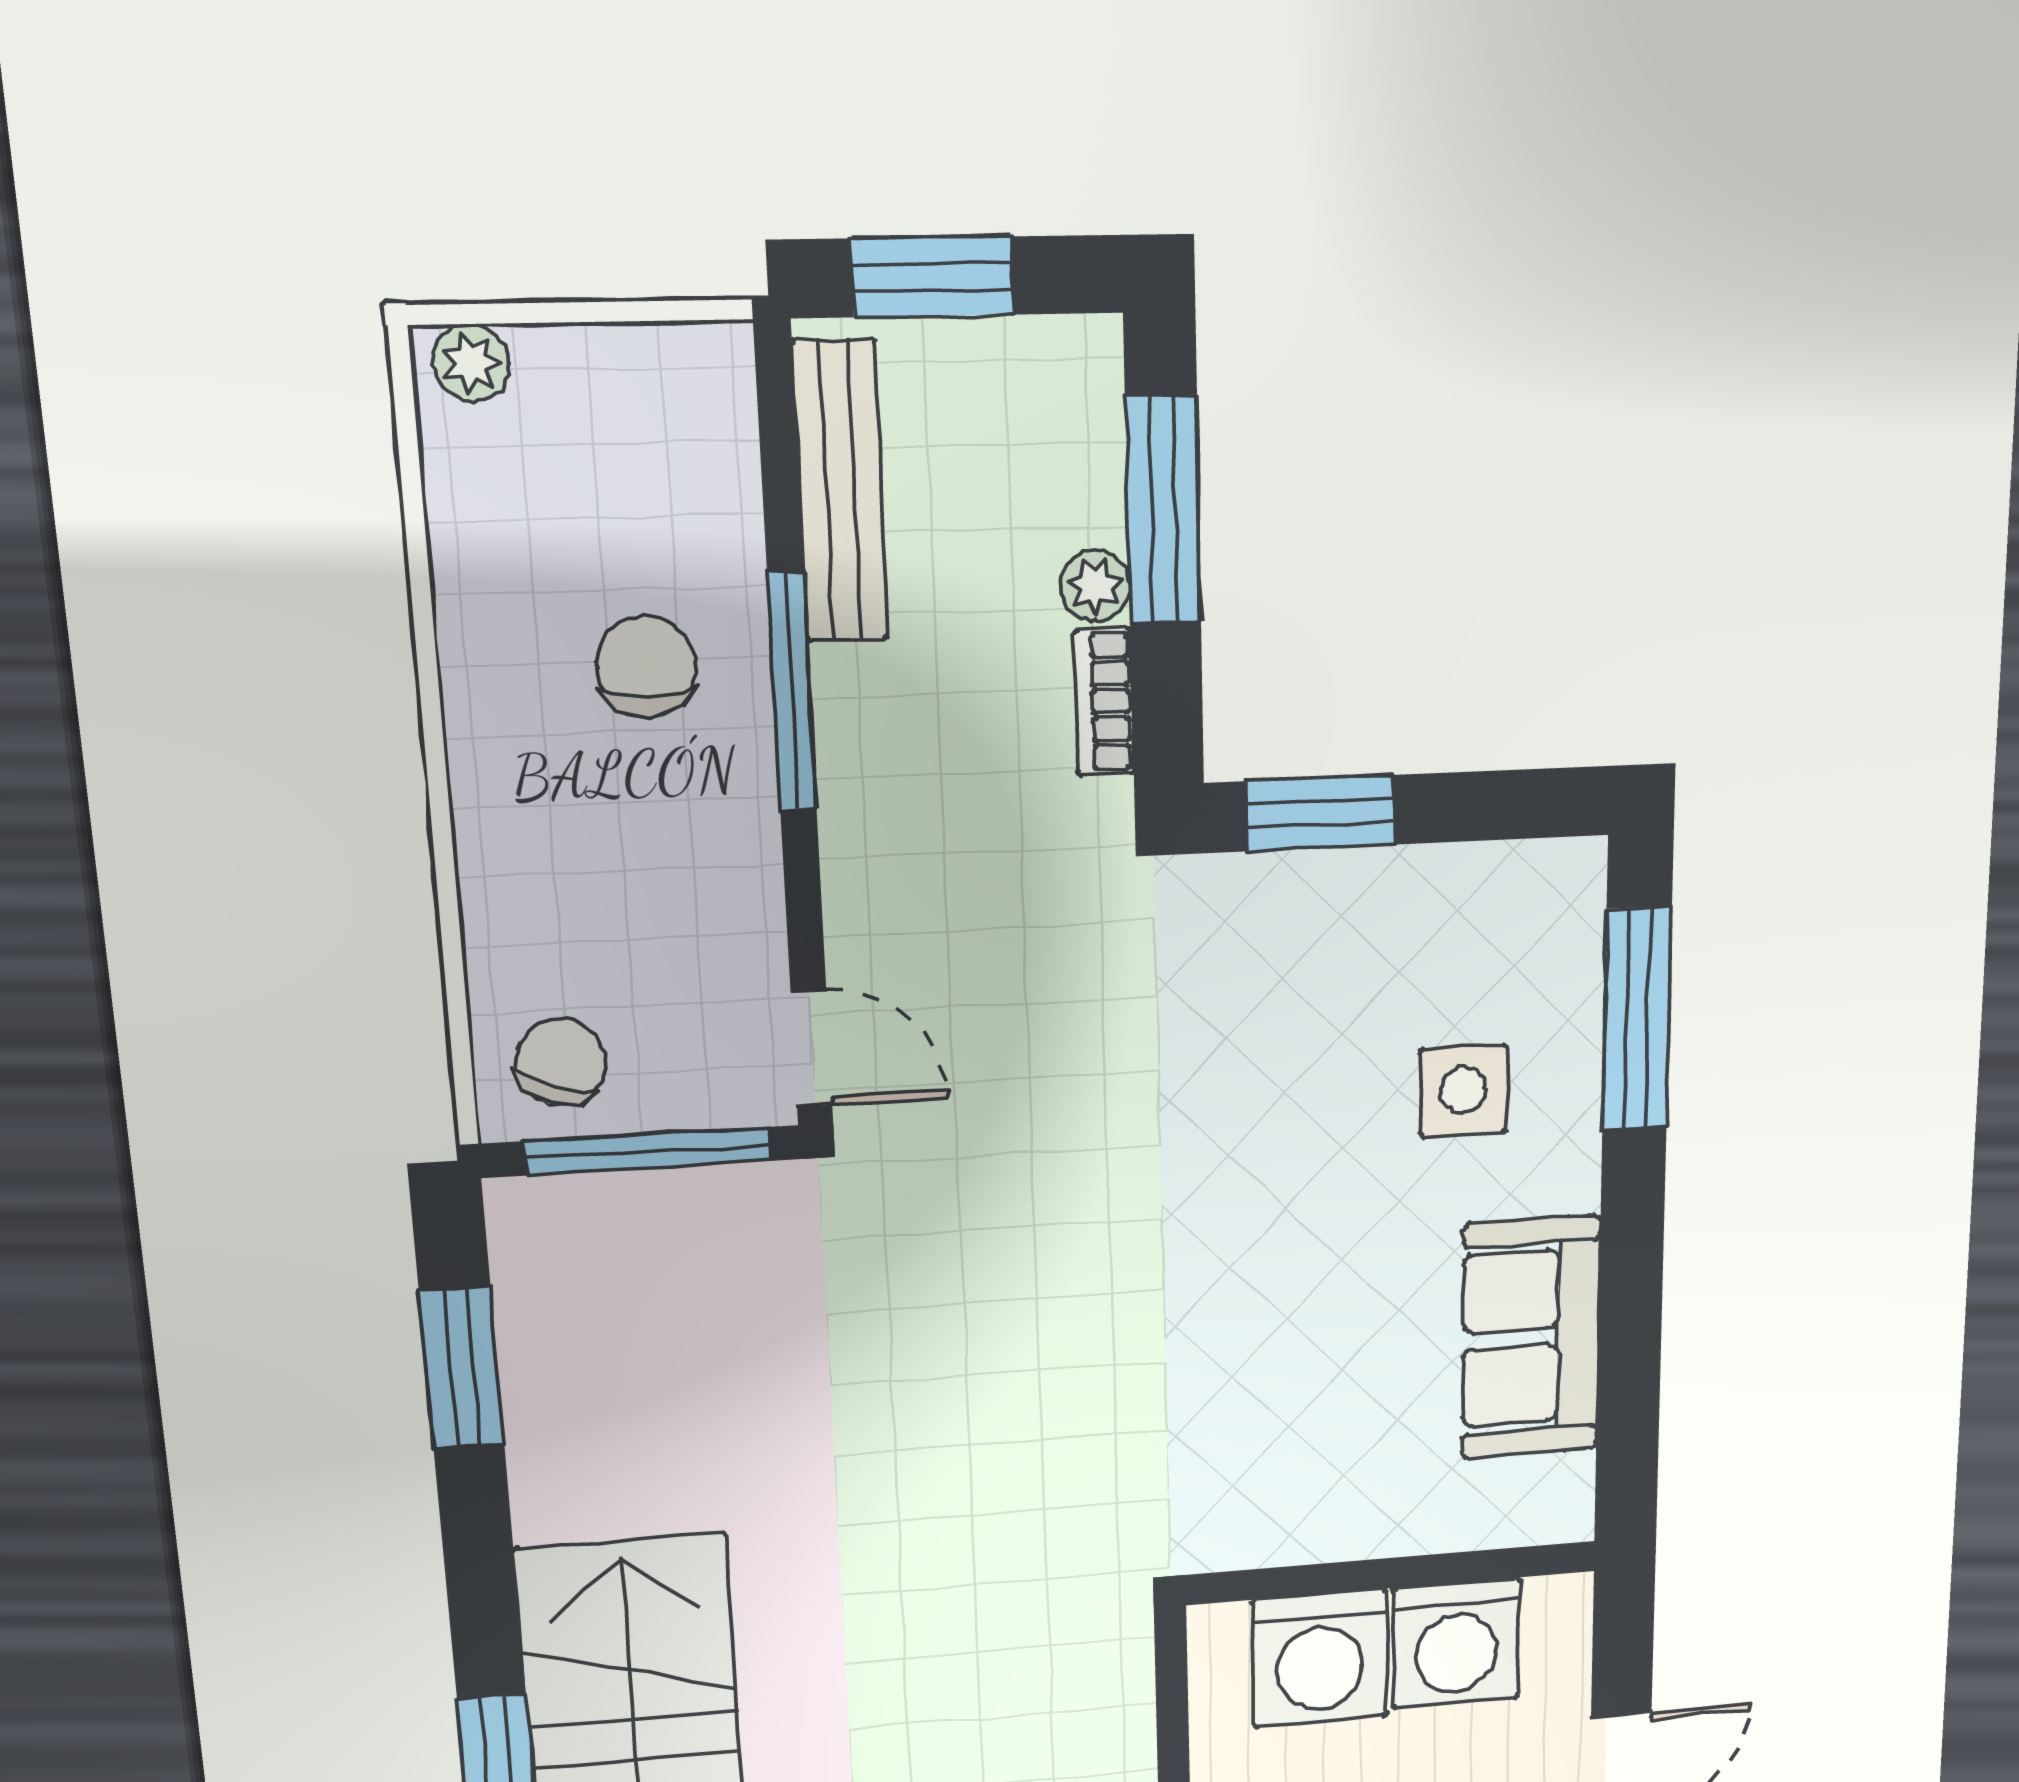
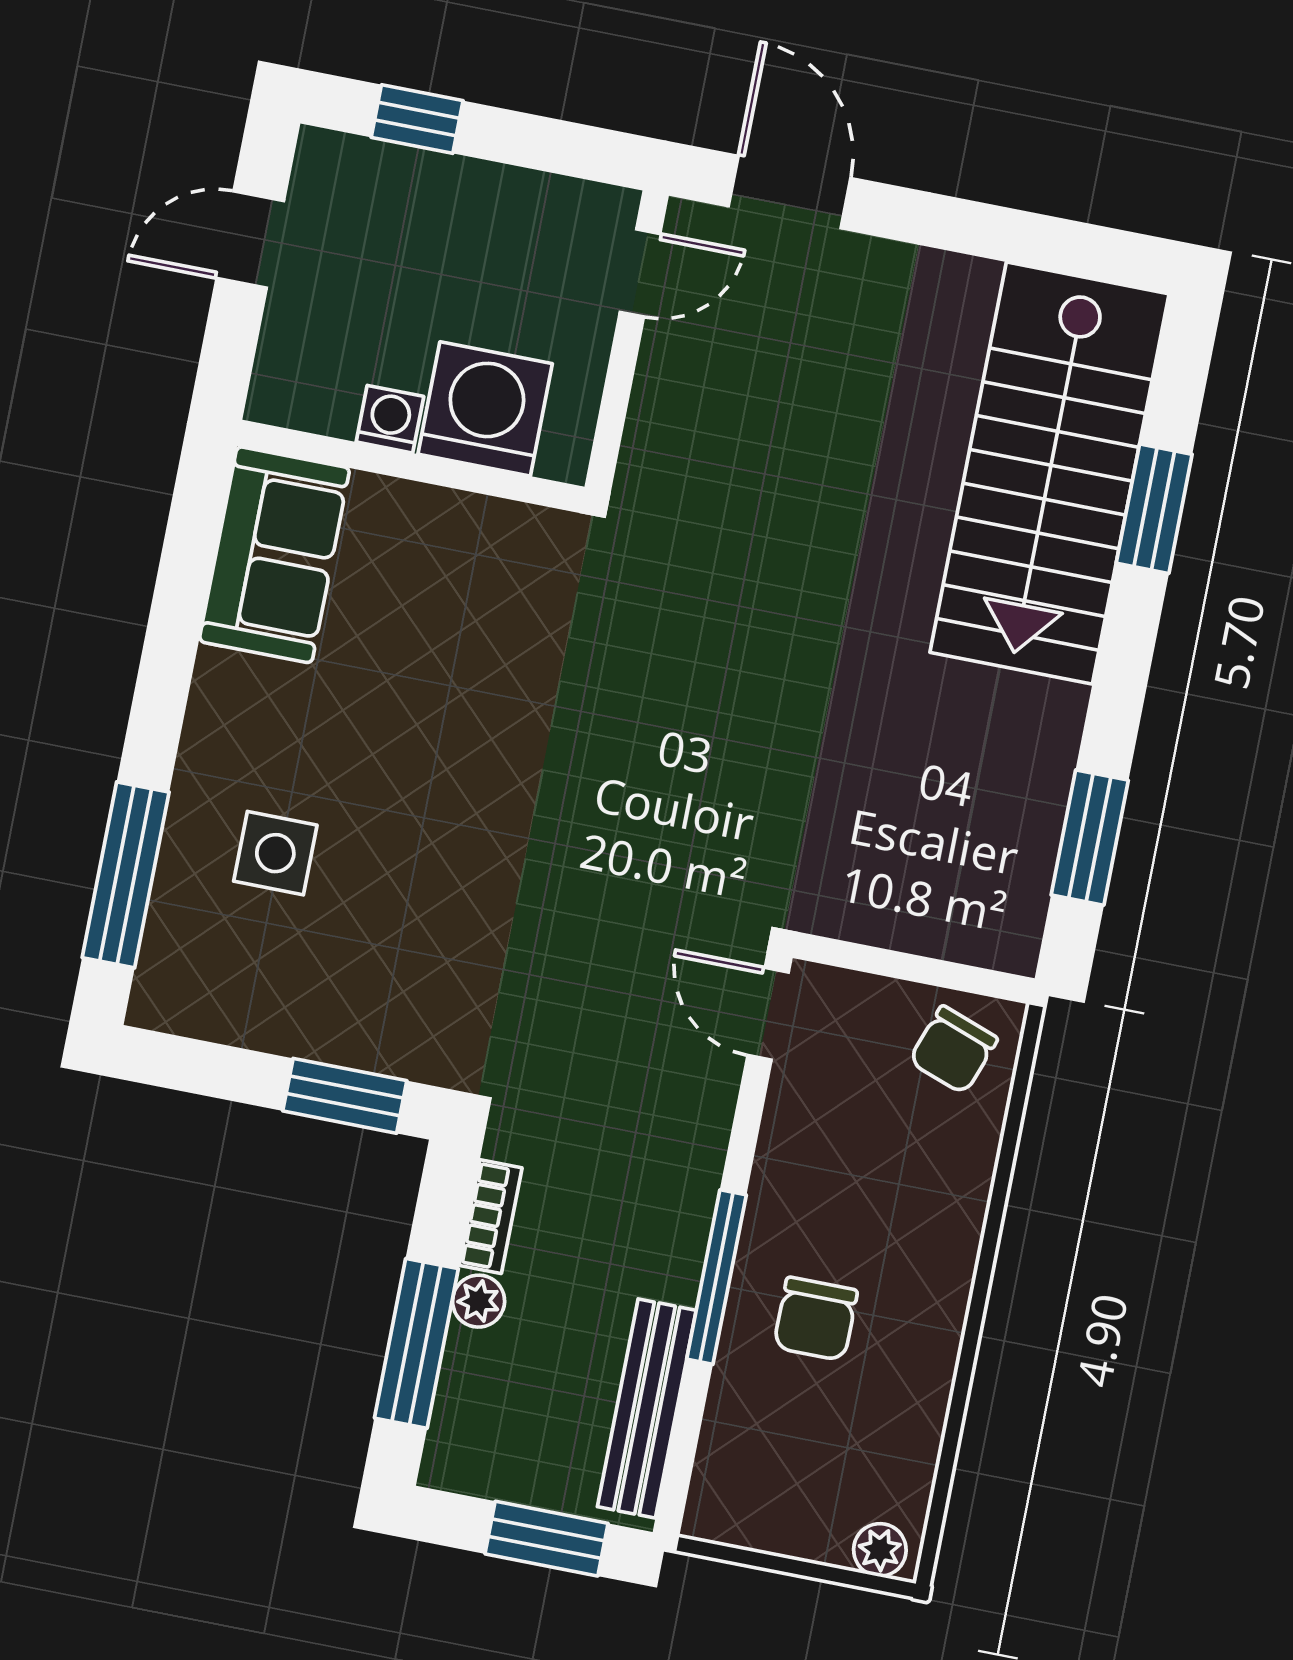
window: (649, 1151) -> (908, 967), removed
sofa: (1531, 1337) -> (274, 555), moved
washing machine: (1456, 1643) -> (390, 419), width x0.53, depth x0.53

